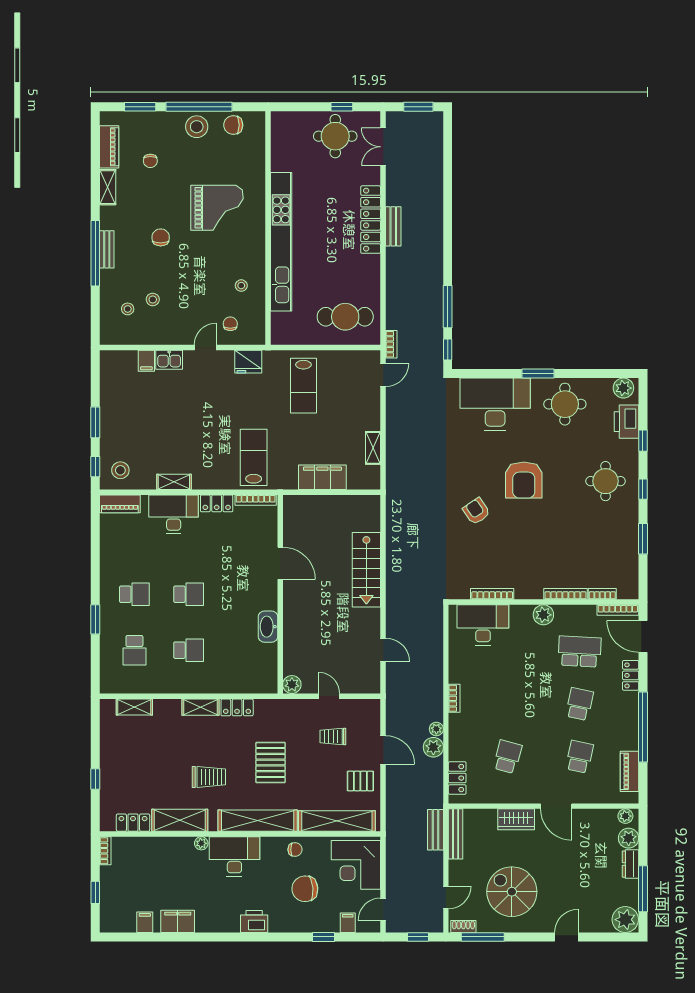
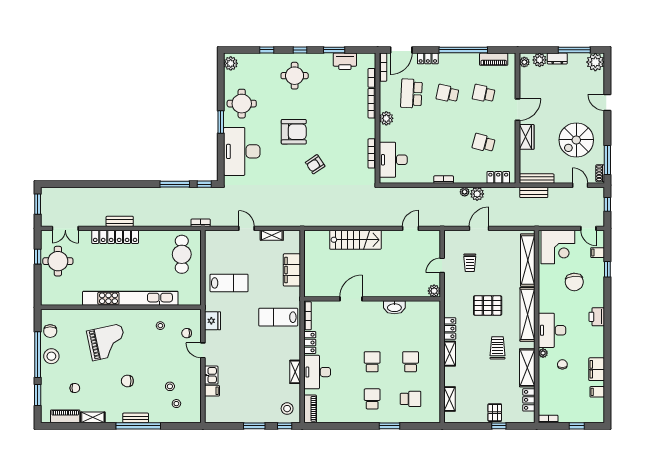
grand piano: (217, 208) -> (107, 342), turned 78
door: (383, 375) -> (246, 228), moved
printer: (627, 422) -> (345, 61), moved
pallet: (360, 781) -> (495, 413), moved
chair: (295, 850) -> (562, 364), moved

